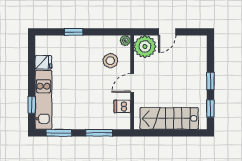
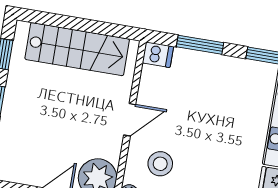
dishwasher: (122, 106) -> (158, 55), moved

